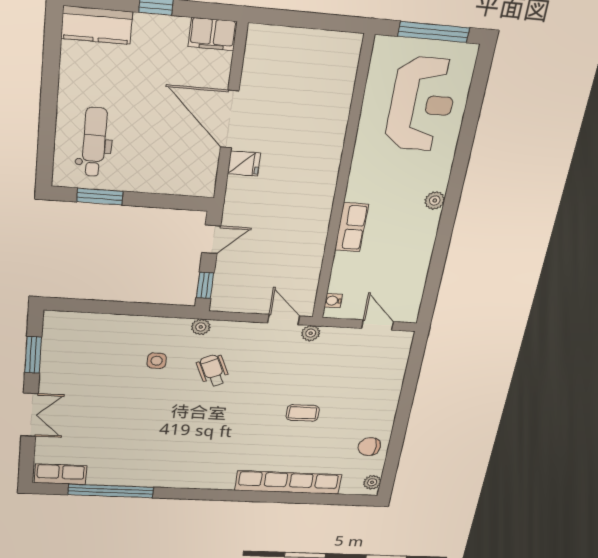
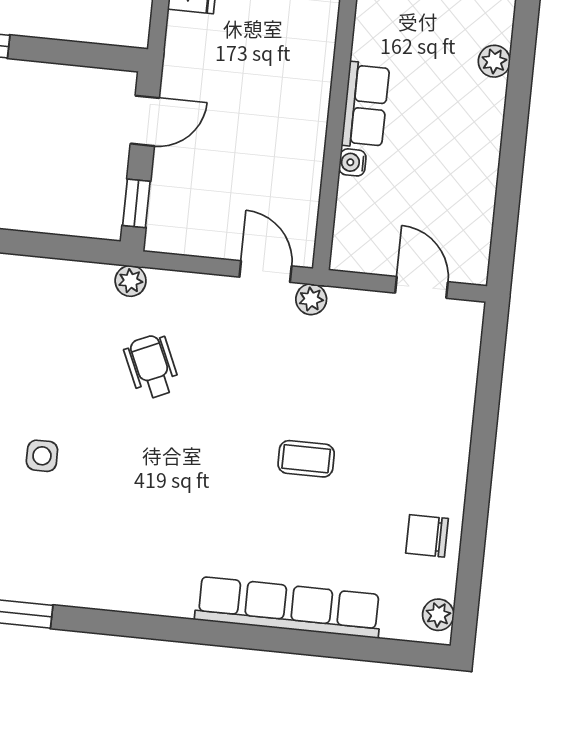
water cooler: (333, 301) -> (352, 162), moved
side table: (157, 361) -> (42, 456), moved

